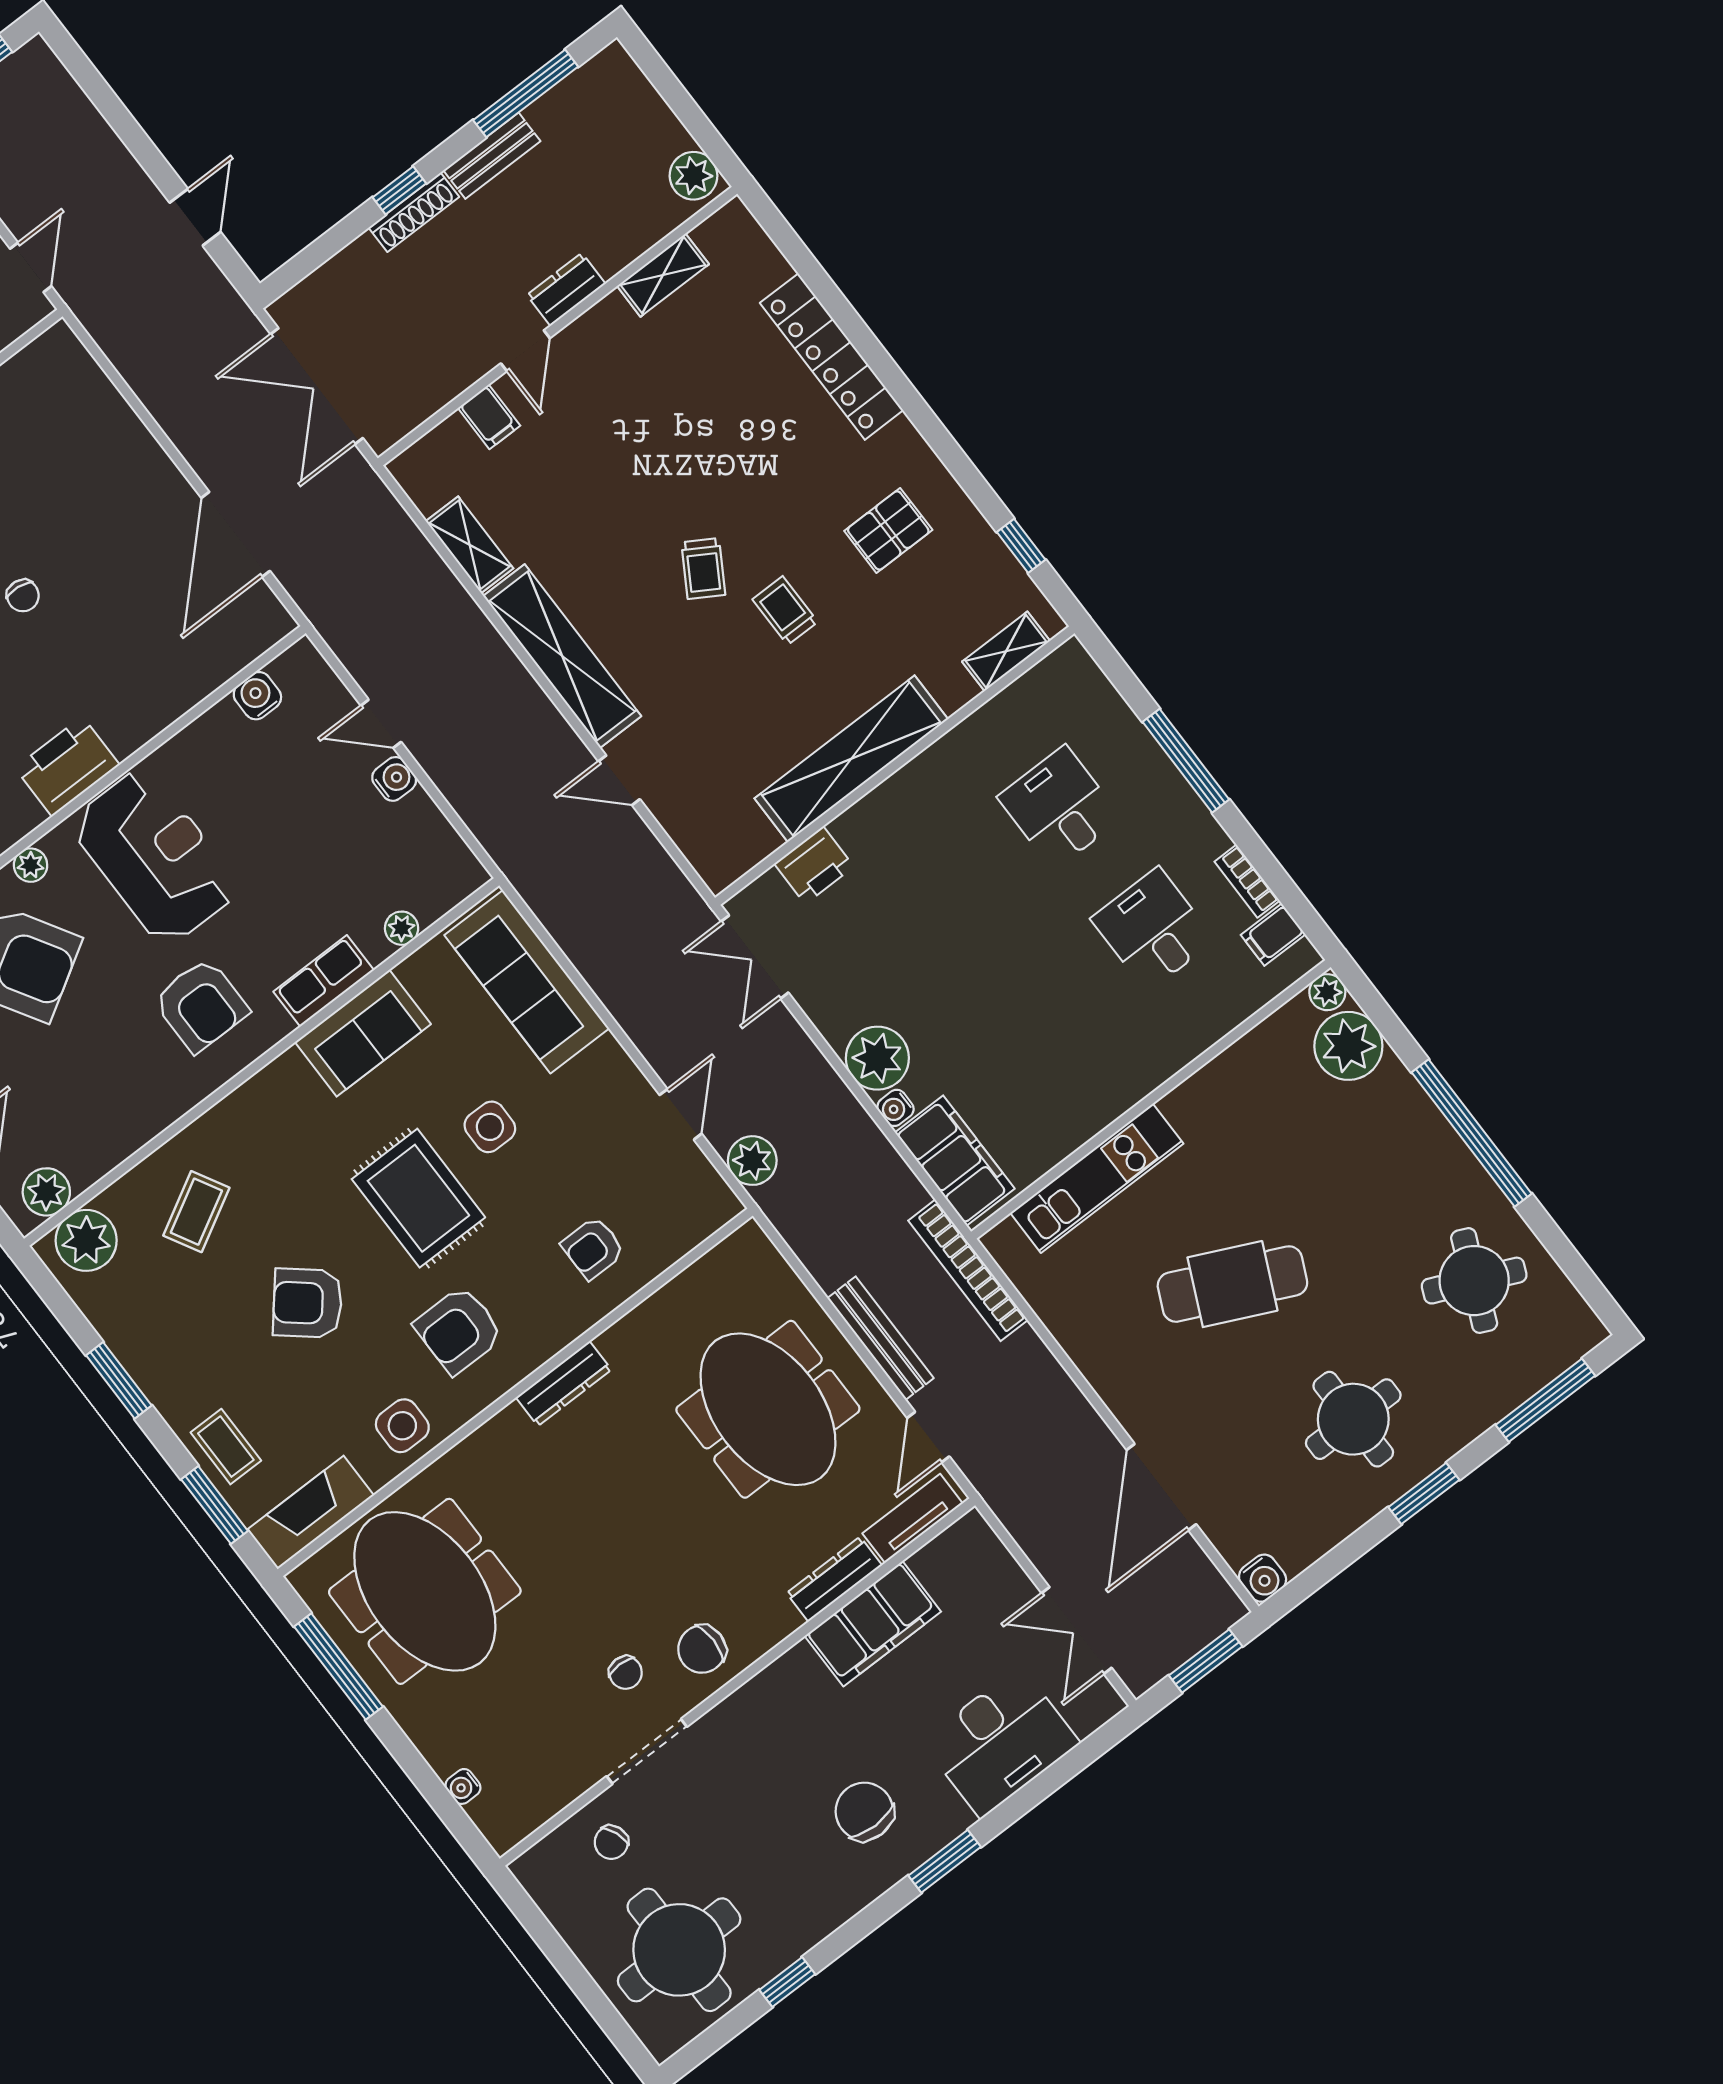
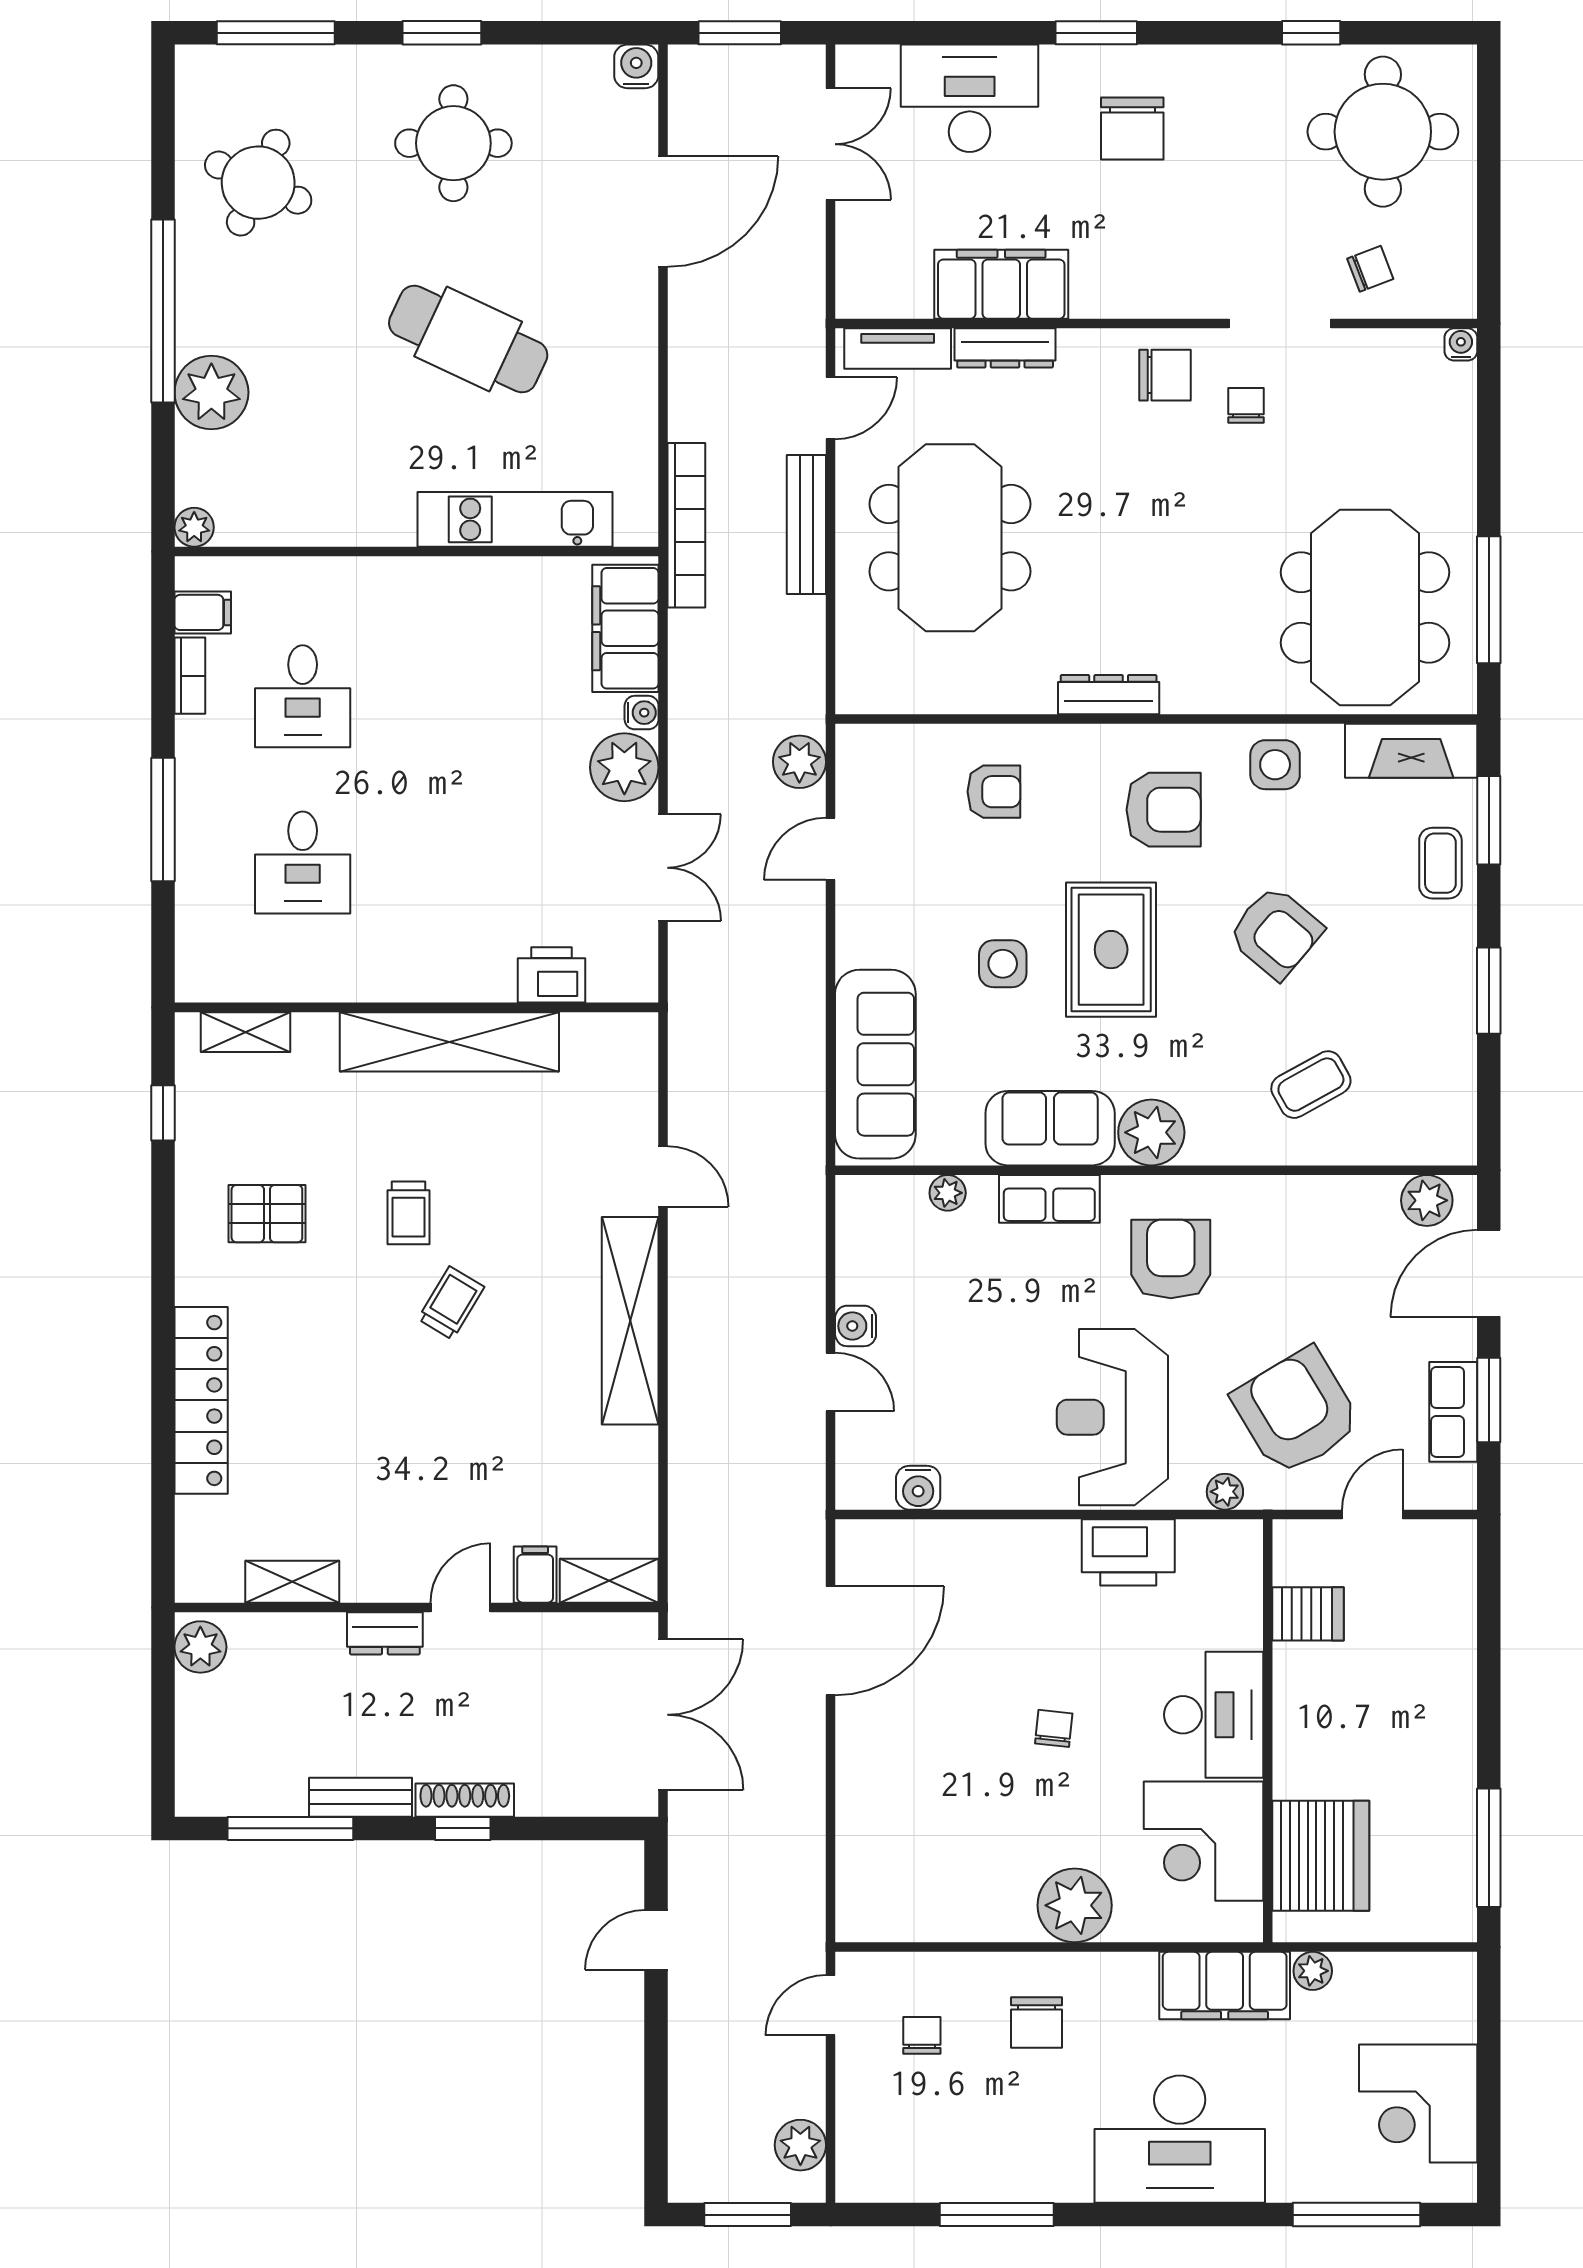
shelving: (470, 545) -> (609, 1581), moved, turned 90
double door: (755, 957) -> (663, 868), moved
plant: (1348, 1046) -> (211, 392), moved
plant: (86, 1240) -> (1151, 1132), moved
water cooler: (463, 1786) -> (1461, 344), moved, turned -90

